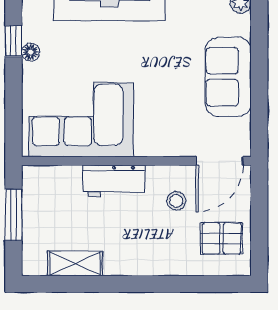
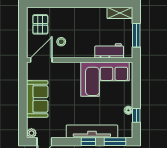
workbench: (114, 181) -> (109, 51), moved
pallet: (222, 238) -> (40, 24), turned 90
shelving: (75, 263) -> (120, 13), moved

